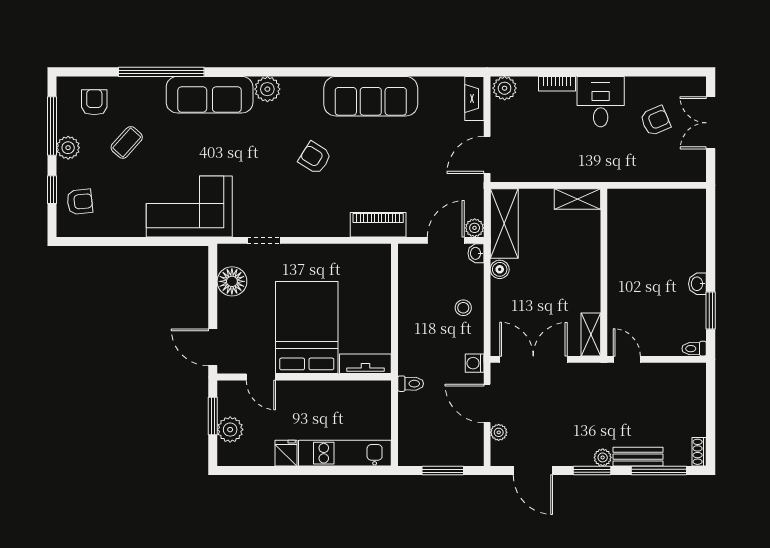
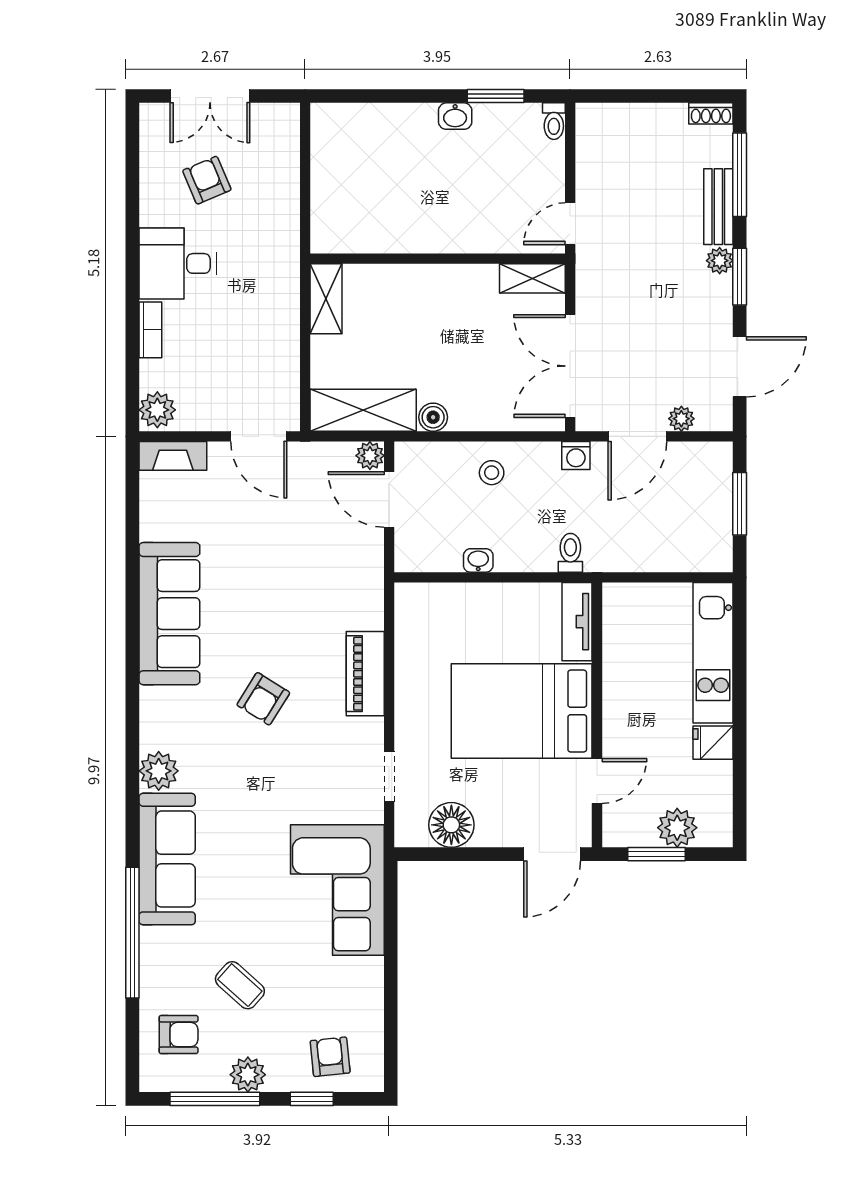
armchair: (94, 102) -> (179, 1035), turned 180
piano: (378, 225) -> (365, 674), moved
washbasin: (476, 253) -> (478, 560), moved, turned 180
toilet: (411, 384) -> (570, 553), moved

